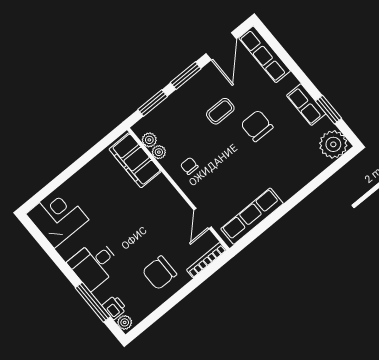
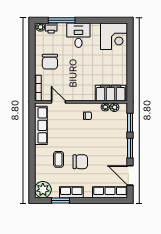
coffee table: (220, 111) -> (59, 159), moved
chair: (160, 273) -> (50, 62), turned 180

